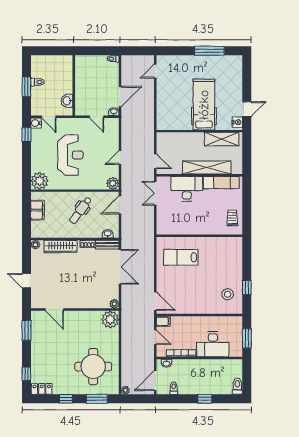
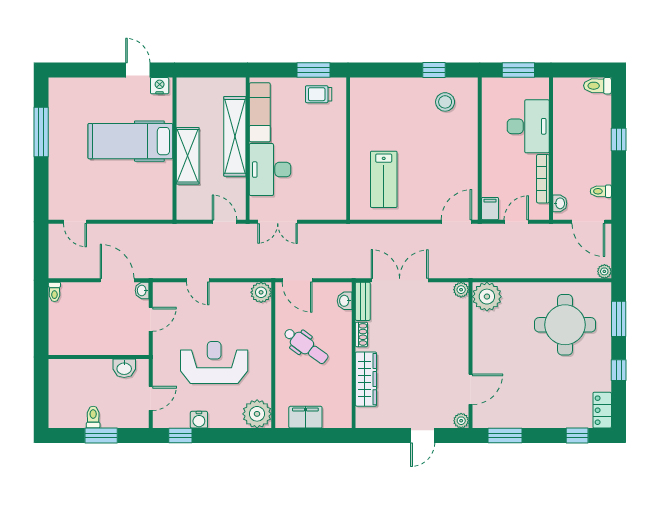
water cooler: (36, 123) -> (199, 420), moved
shelving: (222, 139) -> (188, 156), moved
door: (120, 158) -> (198, 280), moved
door: (155, 161) -> (224, 222), hinge flipped
window: (247, 215) -> (313, 70), added
plant: (35, 245) -> (461, 421), moved

